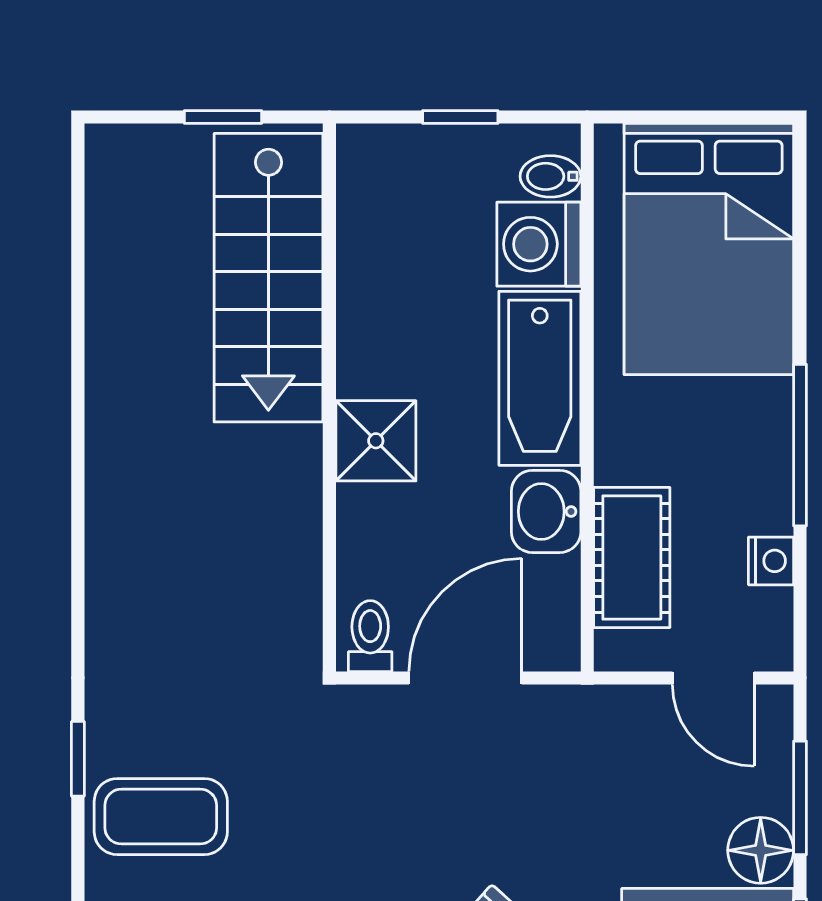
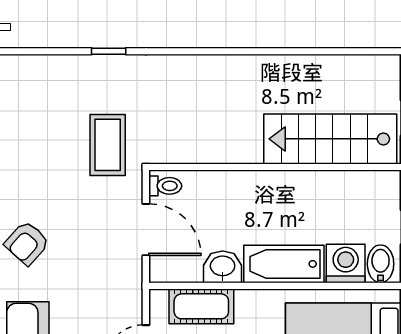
bidet: (550, 176) -> (381, 264), width x1.38, depth x1.36
shower: (376, 441) -> (255, 188), removed
coffee table: (161, 817) -> (108, 145), moved

